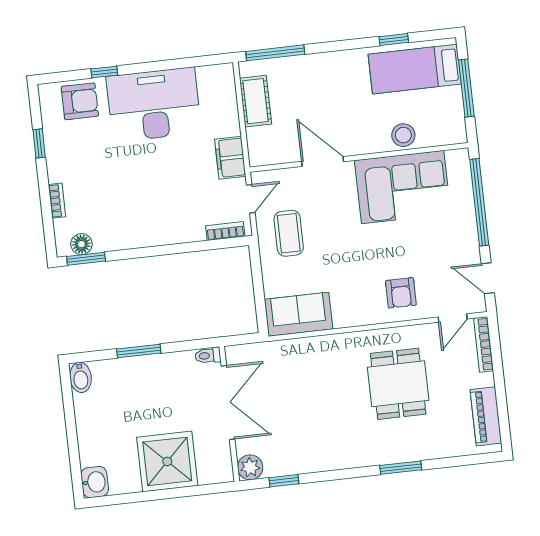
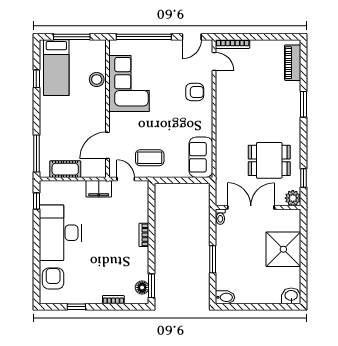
window: (104, 72) -> (36, 201), moved
door: (323, 162) -> (107, 145), moved
bookcase: (225, 231) -> (144, 235), moved
dining table: (398, 384) -> (269, 160), moved
piano: (486, 416) -> (293, 63), moved, turned 90

